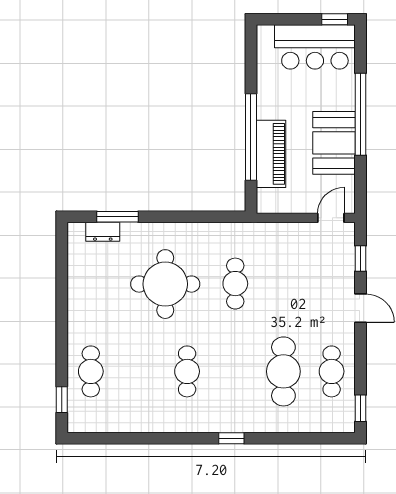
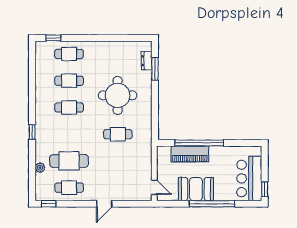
window: (361, 259) -> (132, 204), removed
cafe table: (139, 371) -> (69, 81), added
plant: (295, 424) -> (40, 168), added

